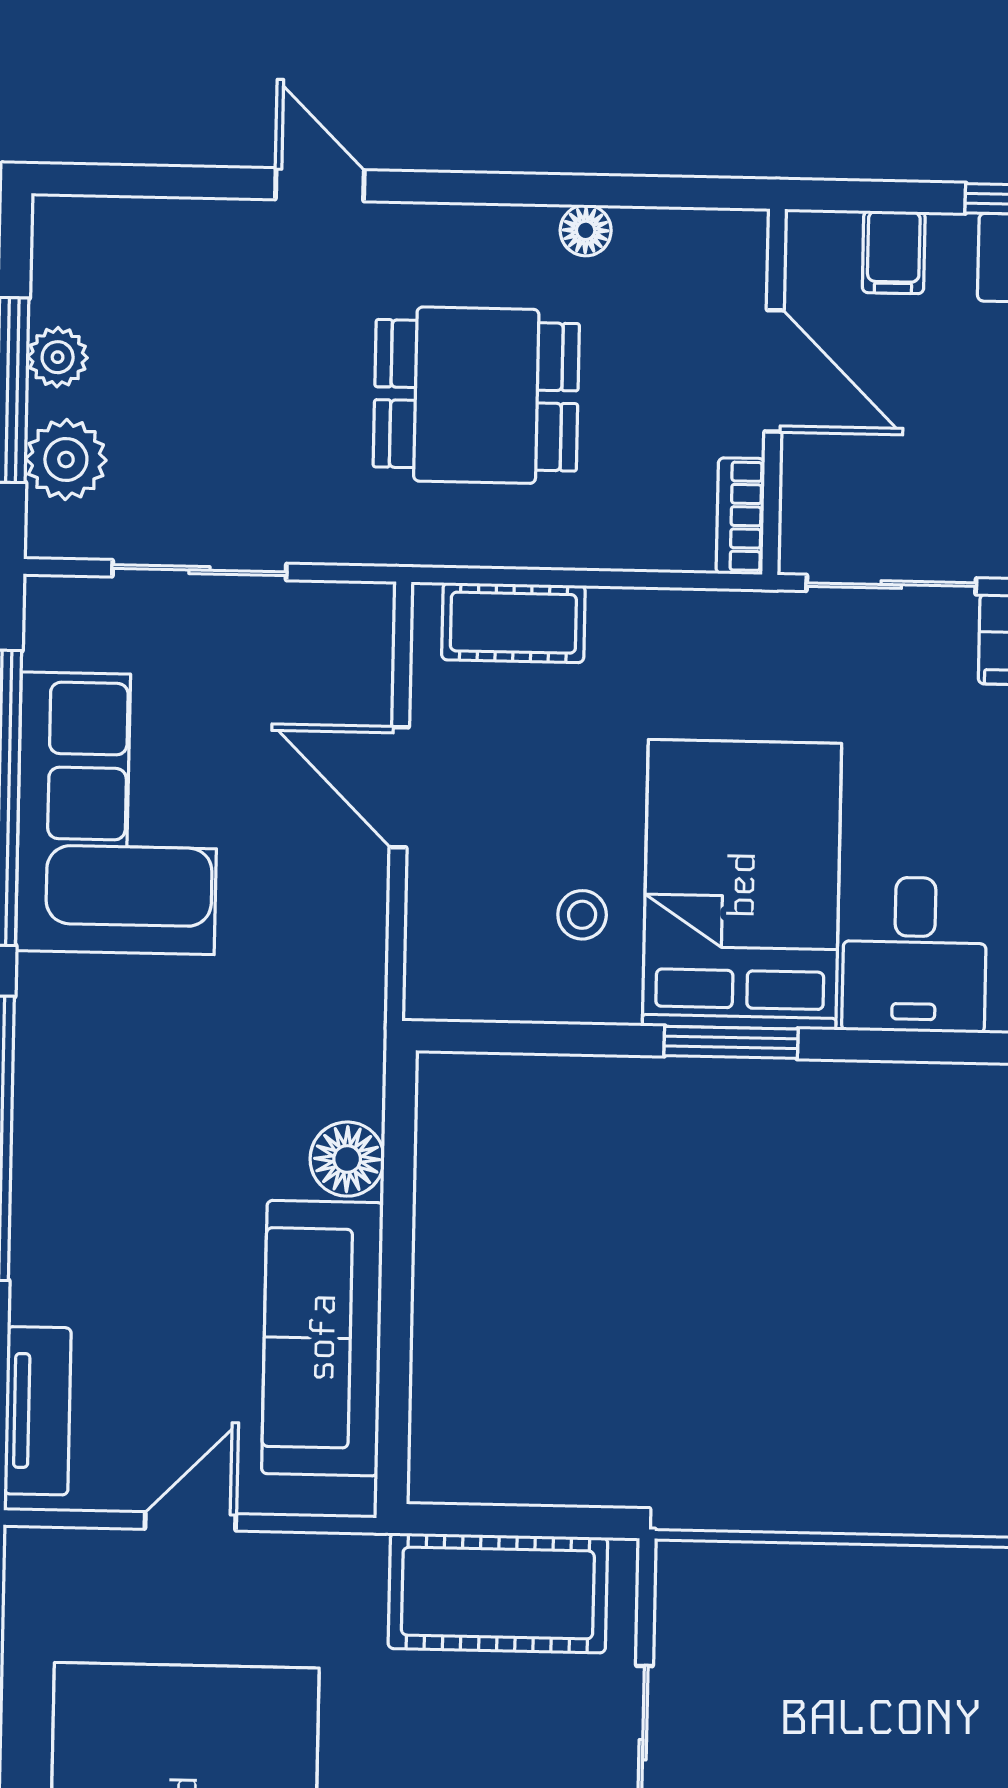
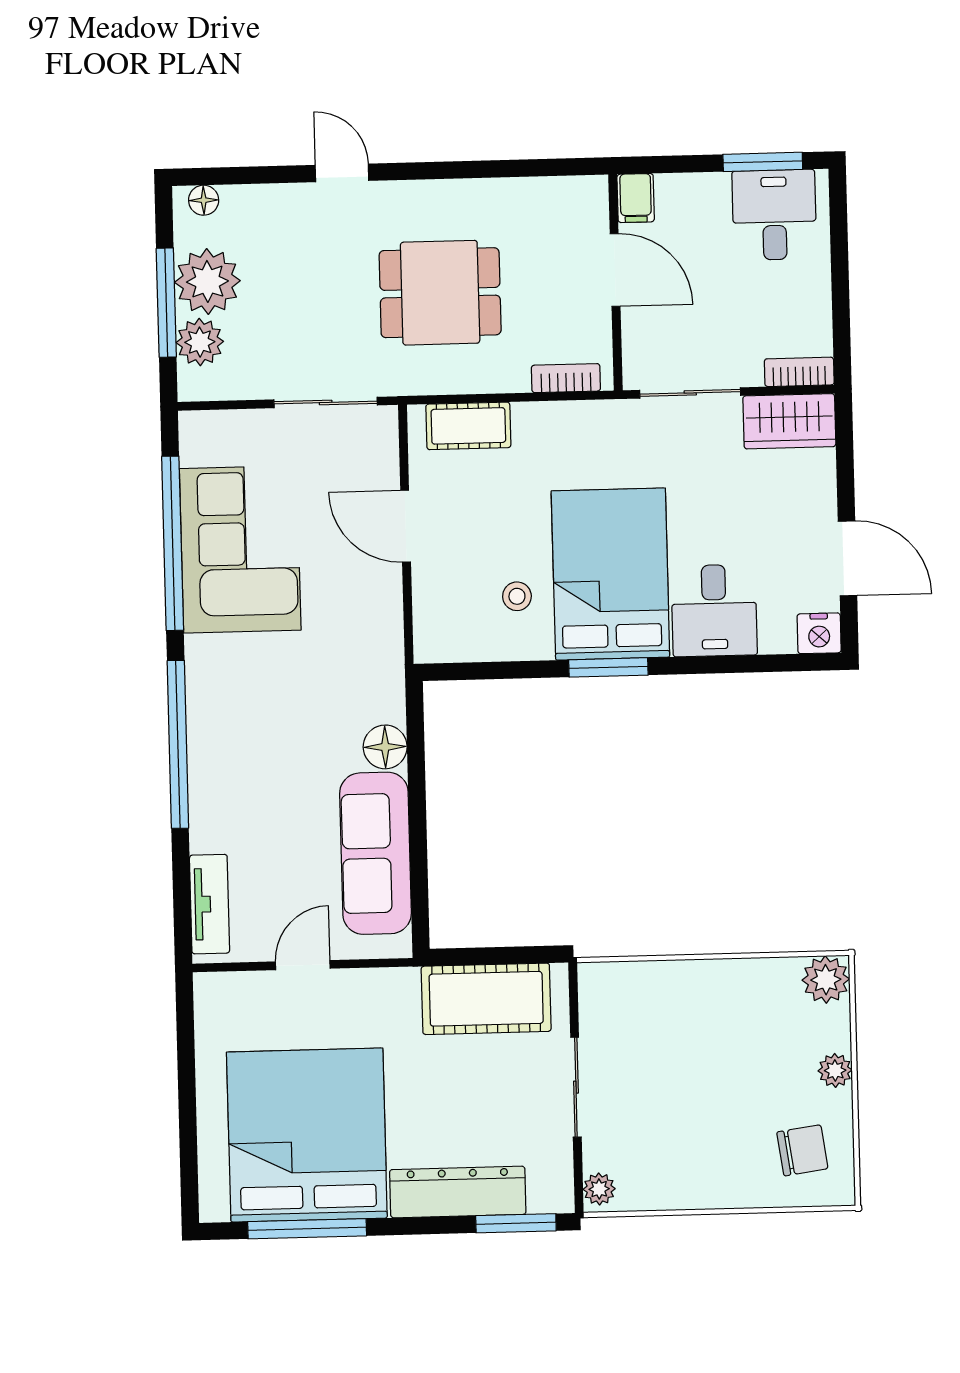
floor lamp: (586, 230) -> (204, 200), moved
filing cabinet: (894, 252) -> (636, 198), moved
plant: (58, 357) -> (207, 281), width x1.88, depth x1.88
bookcase: (740, 516) -> (566, 378), moved, turned 90
sliding door: (199, 570) -> (326, 402), moved

